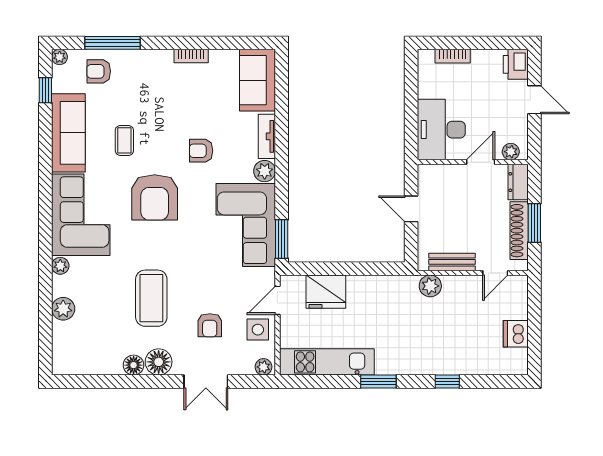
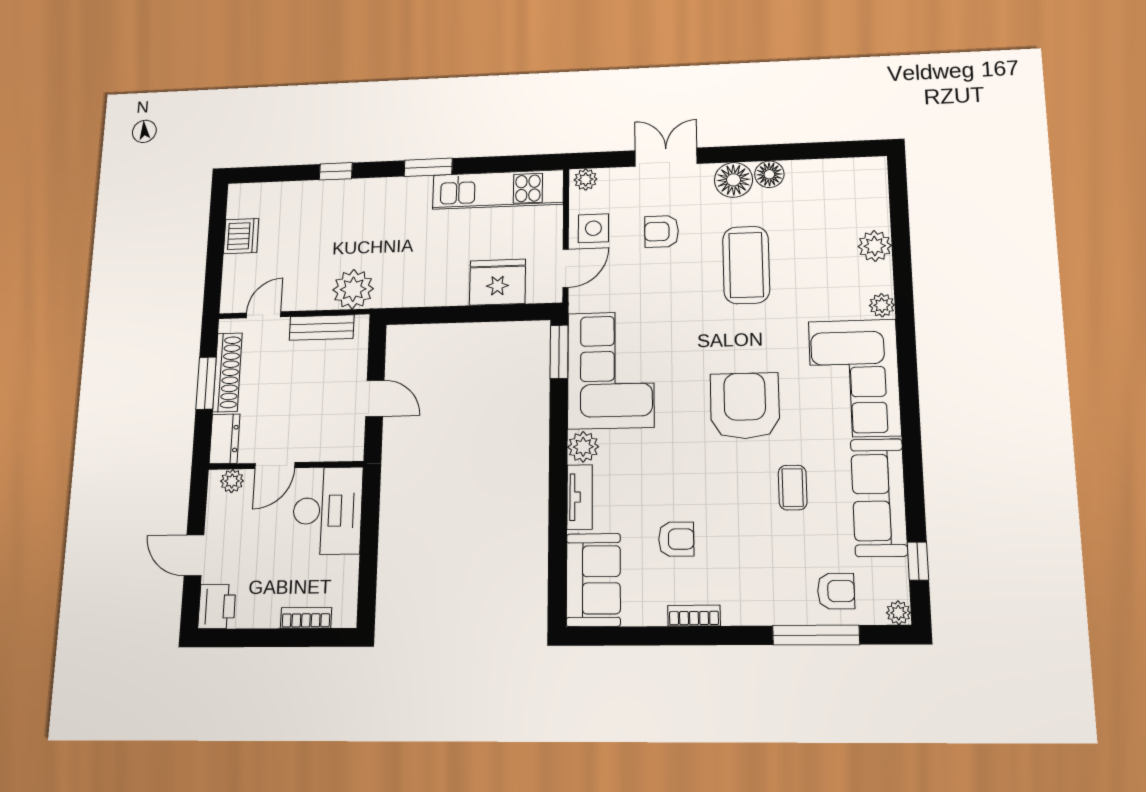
armchair: (201, 151) -> (676, 539), moved
plant: (430, 286) -> (353, 289), width x1.36, depth x1.36
armchair: (210, 325) -> (662, 231), turned -90

